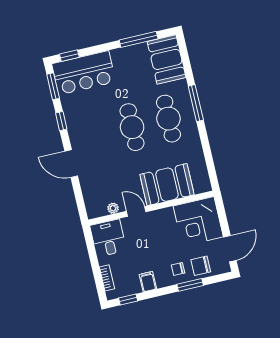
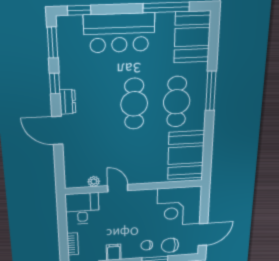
bar counter: (84, 73) -> (119, 33), moved
dresser: (75, 135) -> (68, 102), added
booth: (167, 185) -> (186, 155), moved, turned 90

